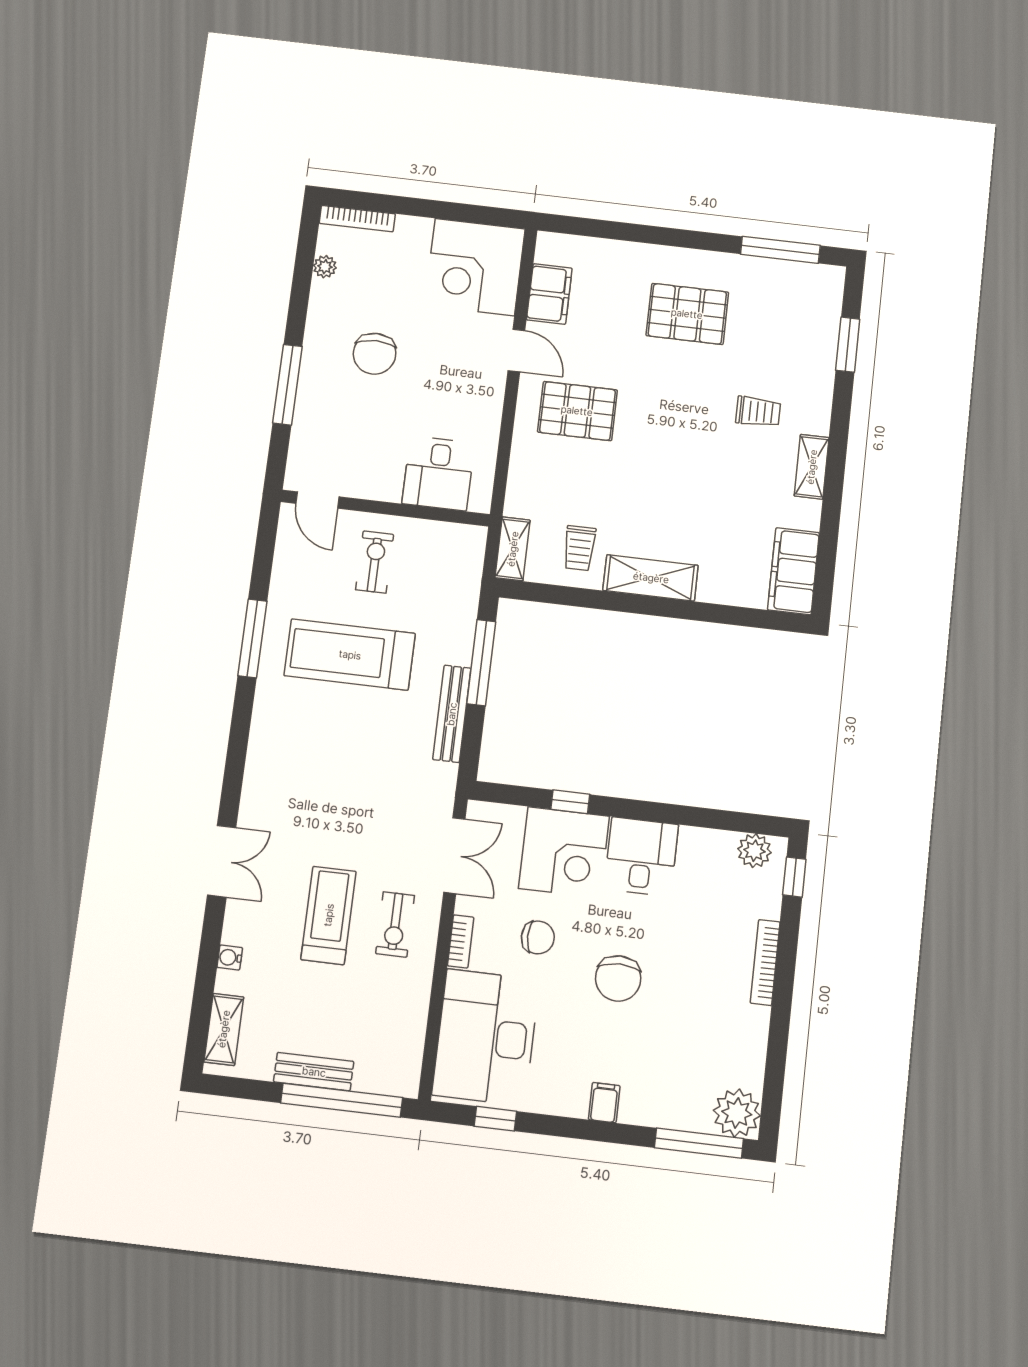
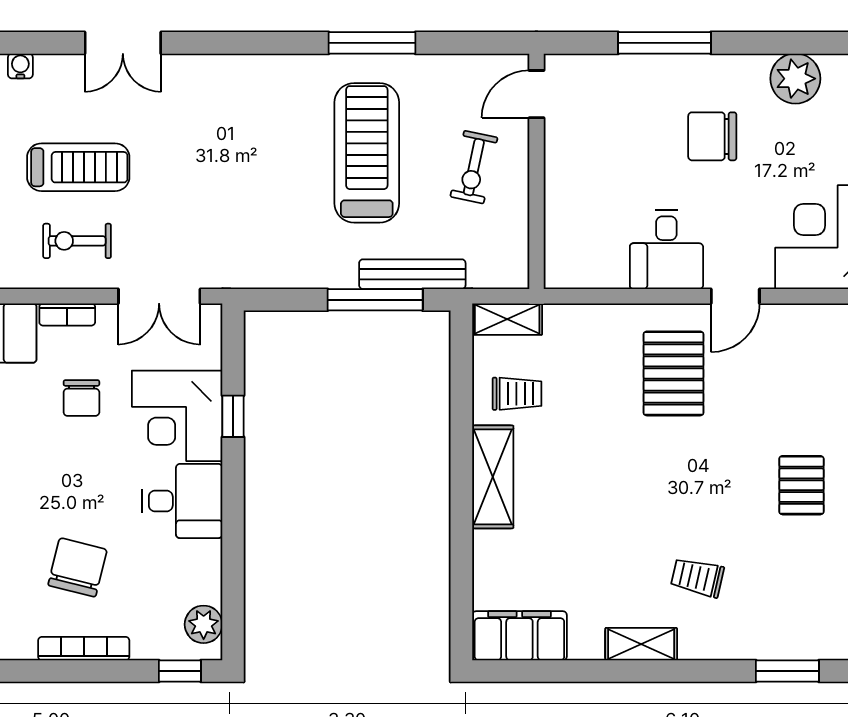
plant: (325, 267) -> (795, 79), width x1.88, depth x1.88
filing cabinet: (549, 294) -> (806, 326), removed
pallet: (687, 314) -> (801, 485), width x0.67, depth x0.71
trolley: (758, 412) -> (697, 577), turned 103
desk: (438, 473) -> (666, 250), moved, turned -90
trolley: (579, 548) -> (517, 394), turned 180
exercise bike: (375, 562) -> (474, 167), turned 102
bench: (452, 714) -> (412, 274), moved
chair: (618, 978) -> (78, 567), moved, turned 104

